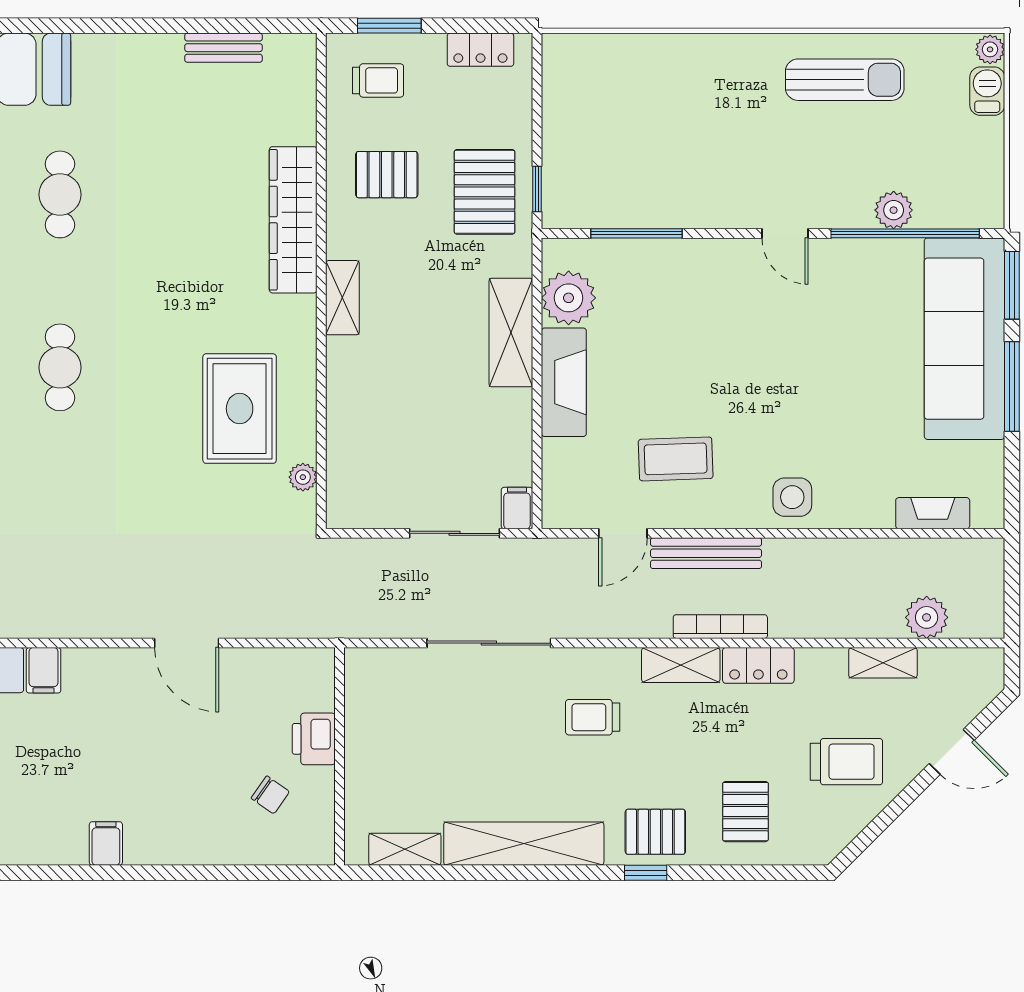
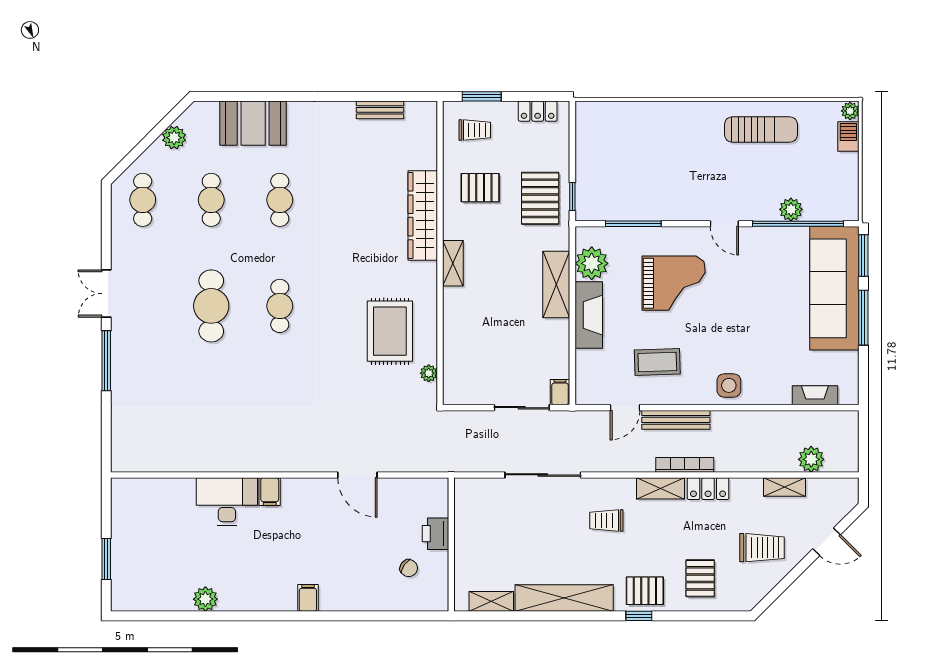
grand piano: (702, 330) -> (674, 283), added

